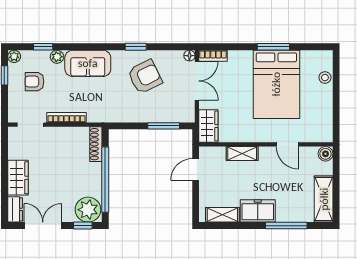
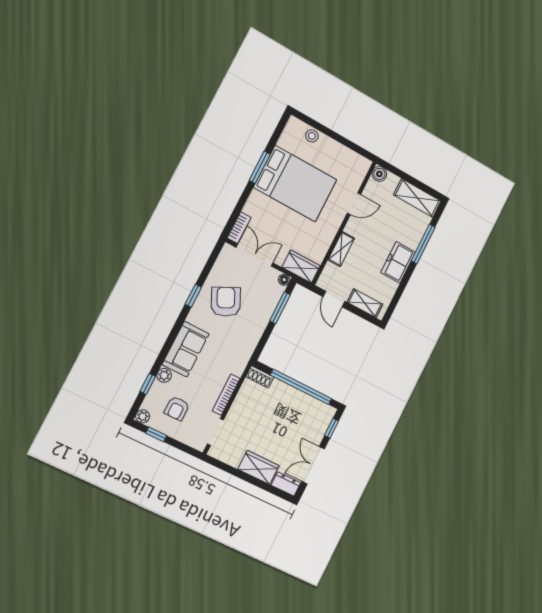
floor lamp: (189, 56) -> (284, 280), moved
shoe rack: (96, 144) -> (260, 377), width x0.70
plant: (88, 210) -> (320, 416), removed
shelving: (222, 215) -> (365, 303), moved, turned 90

